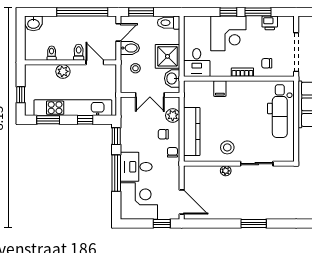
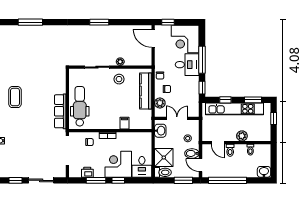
door: (118, 32) -> (201, 165), hinge flipped
shower: (167, 56) -> (164, 158), moved
desk: (197, 63) -> (142, 167), moved, turned 180

